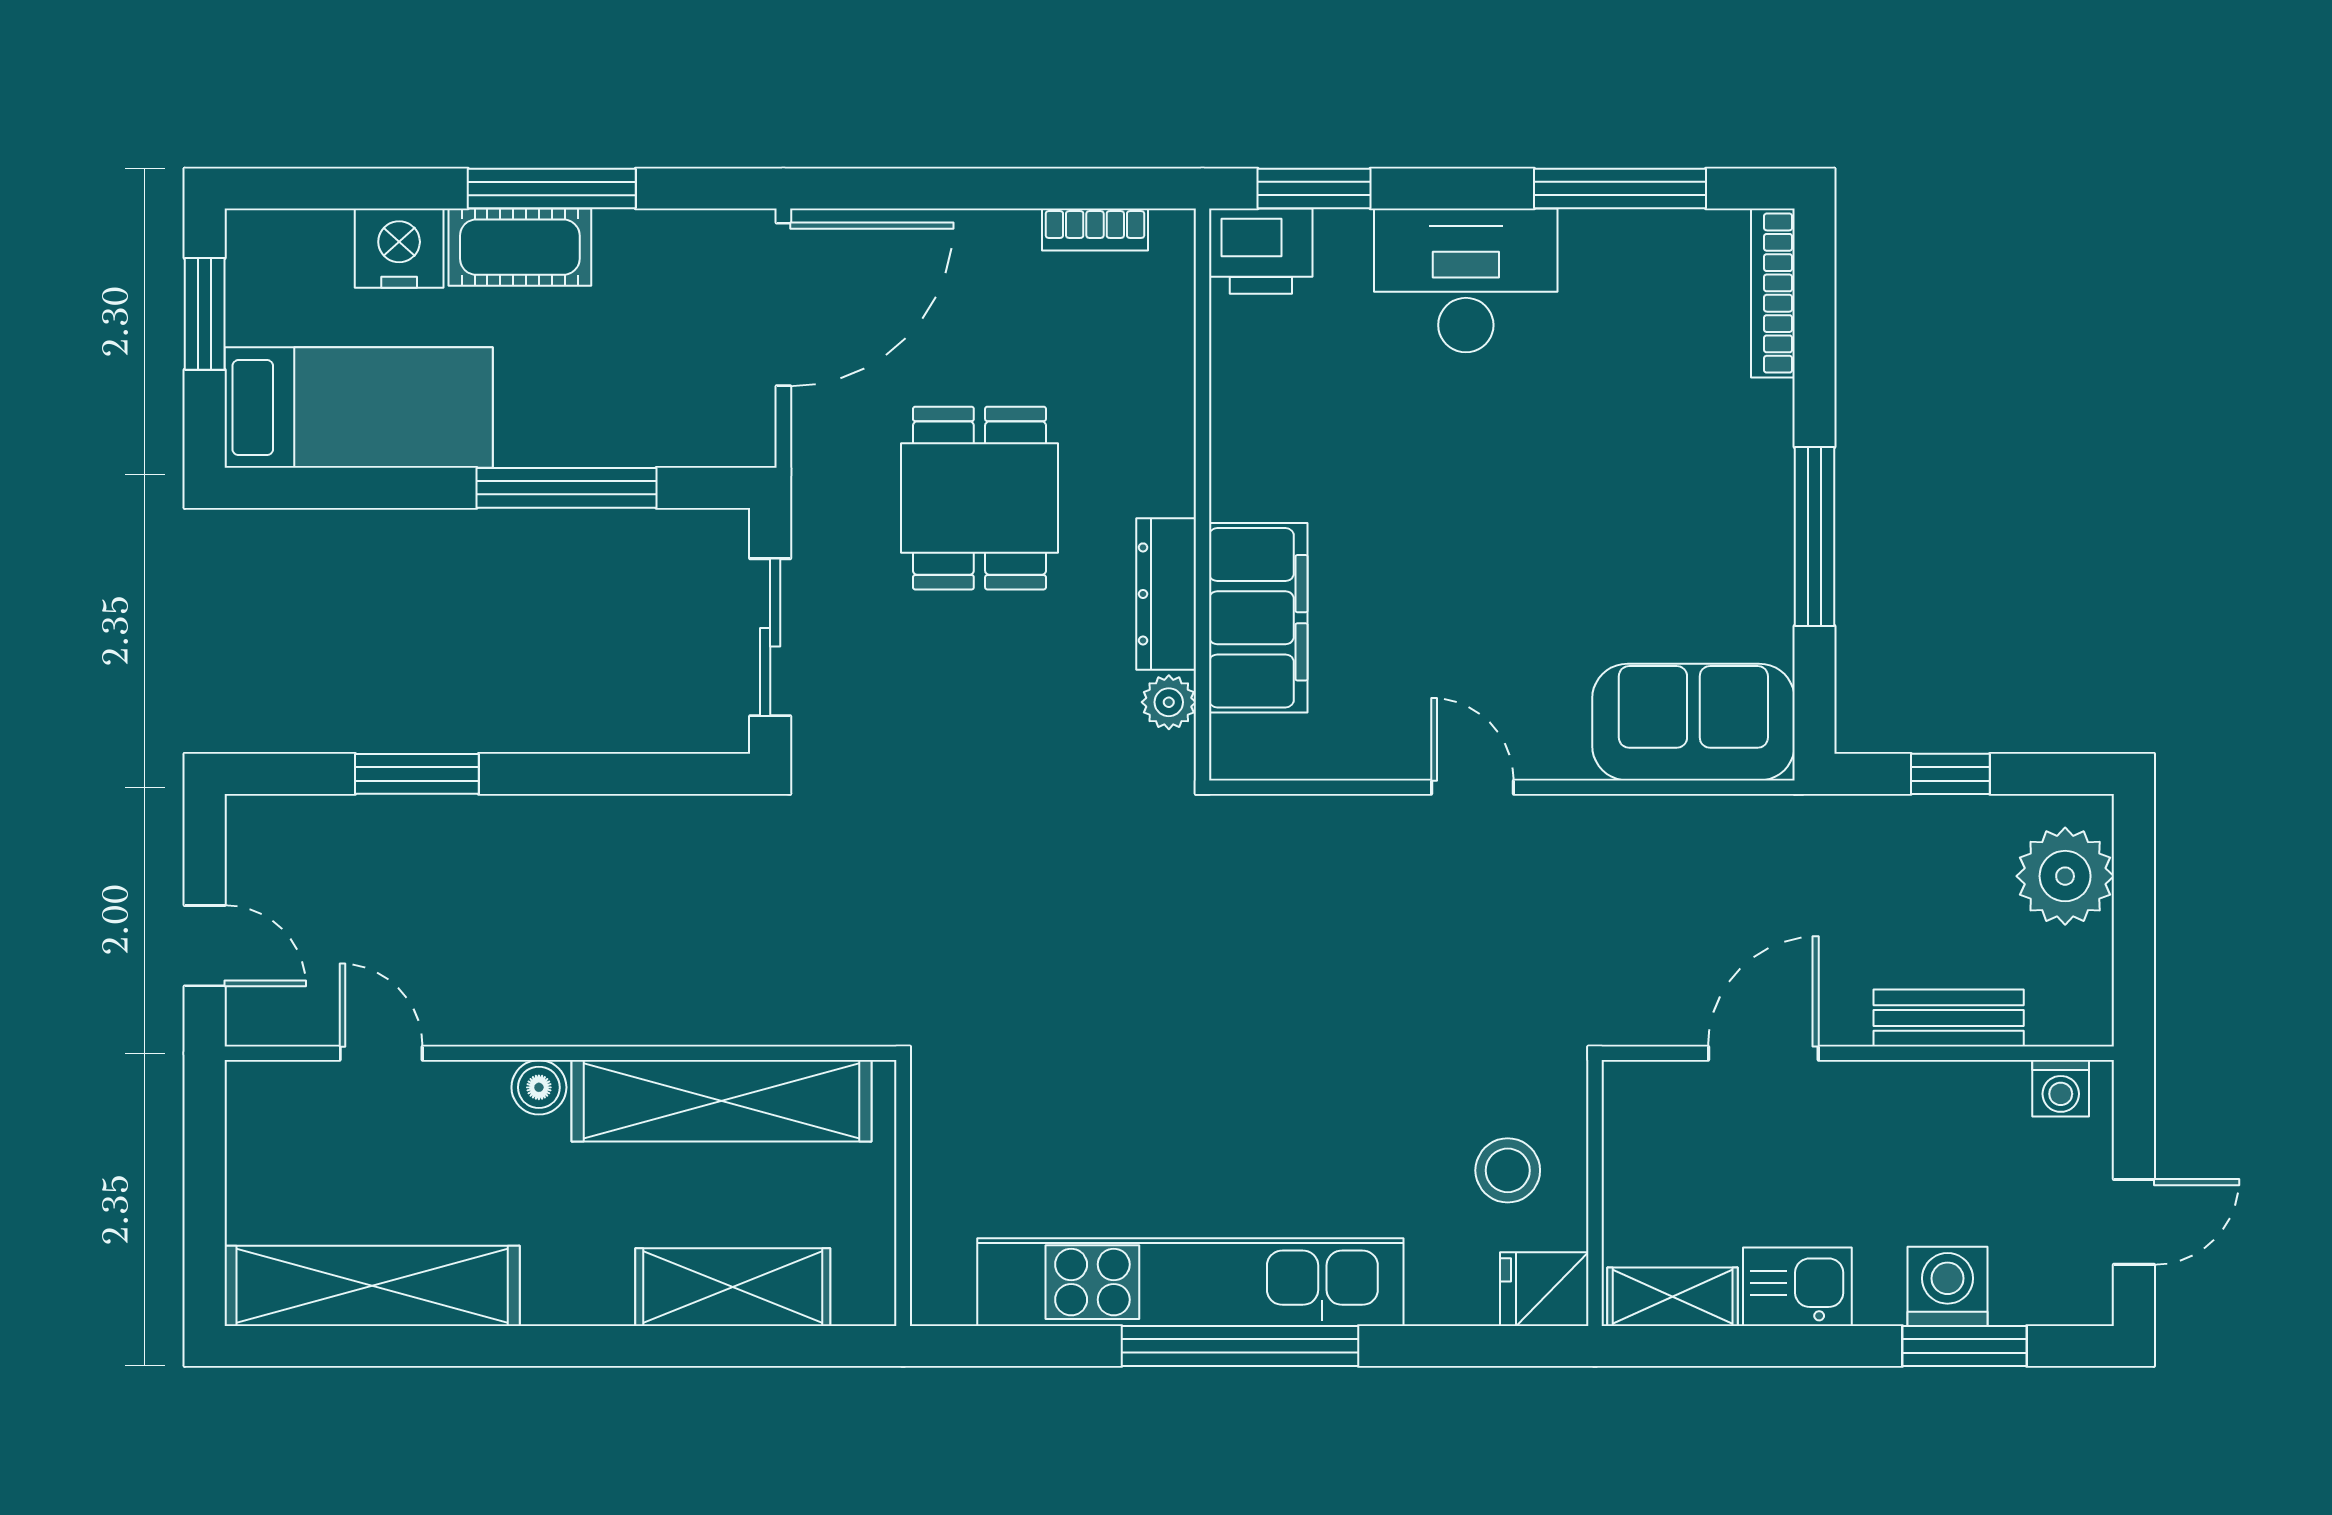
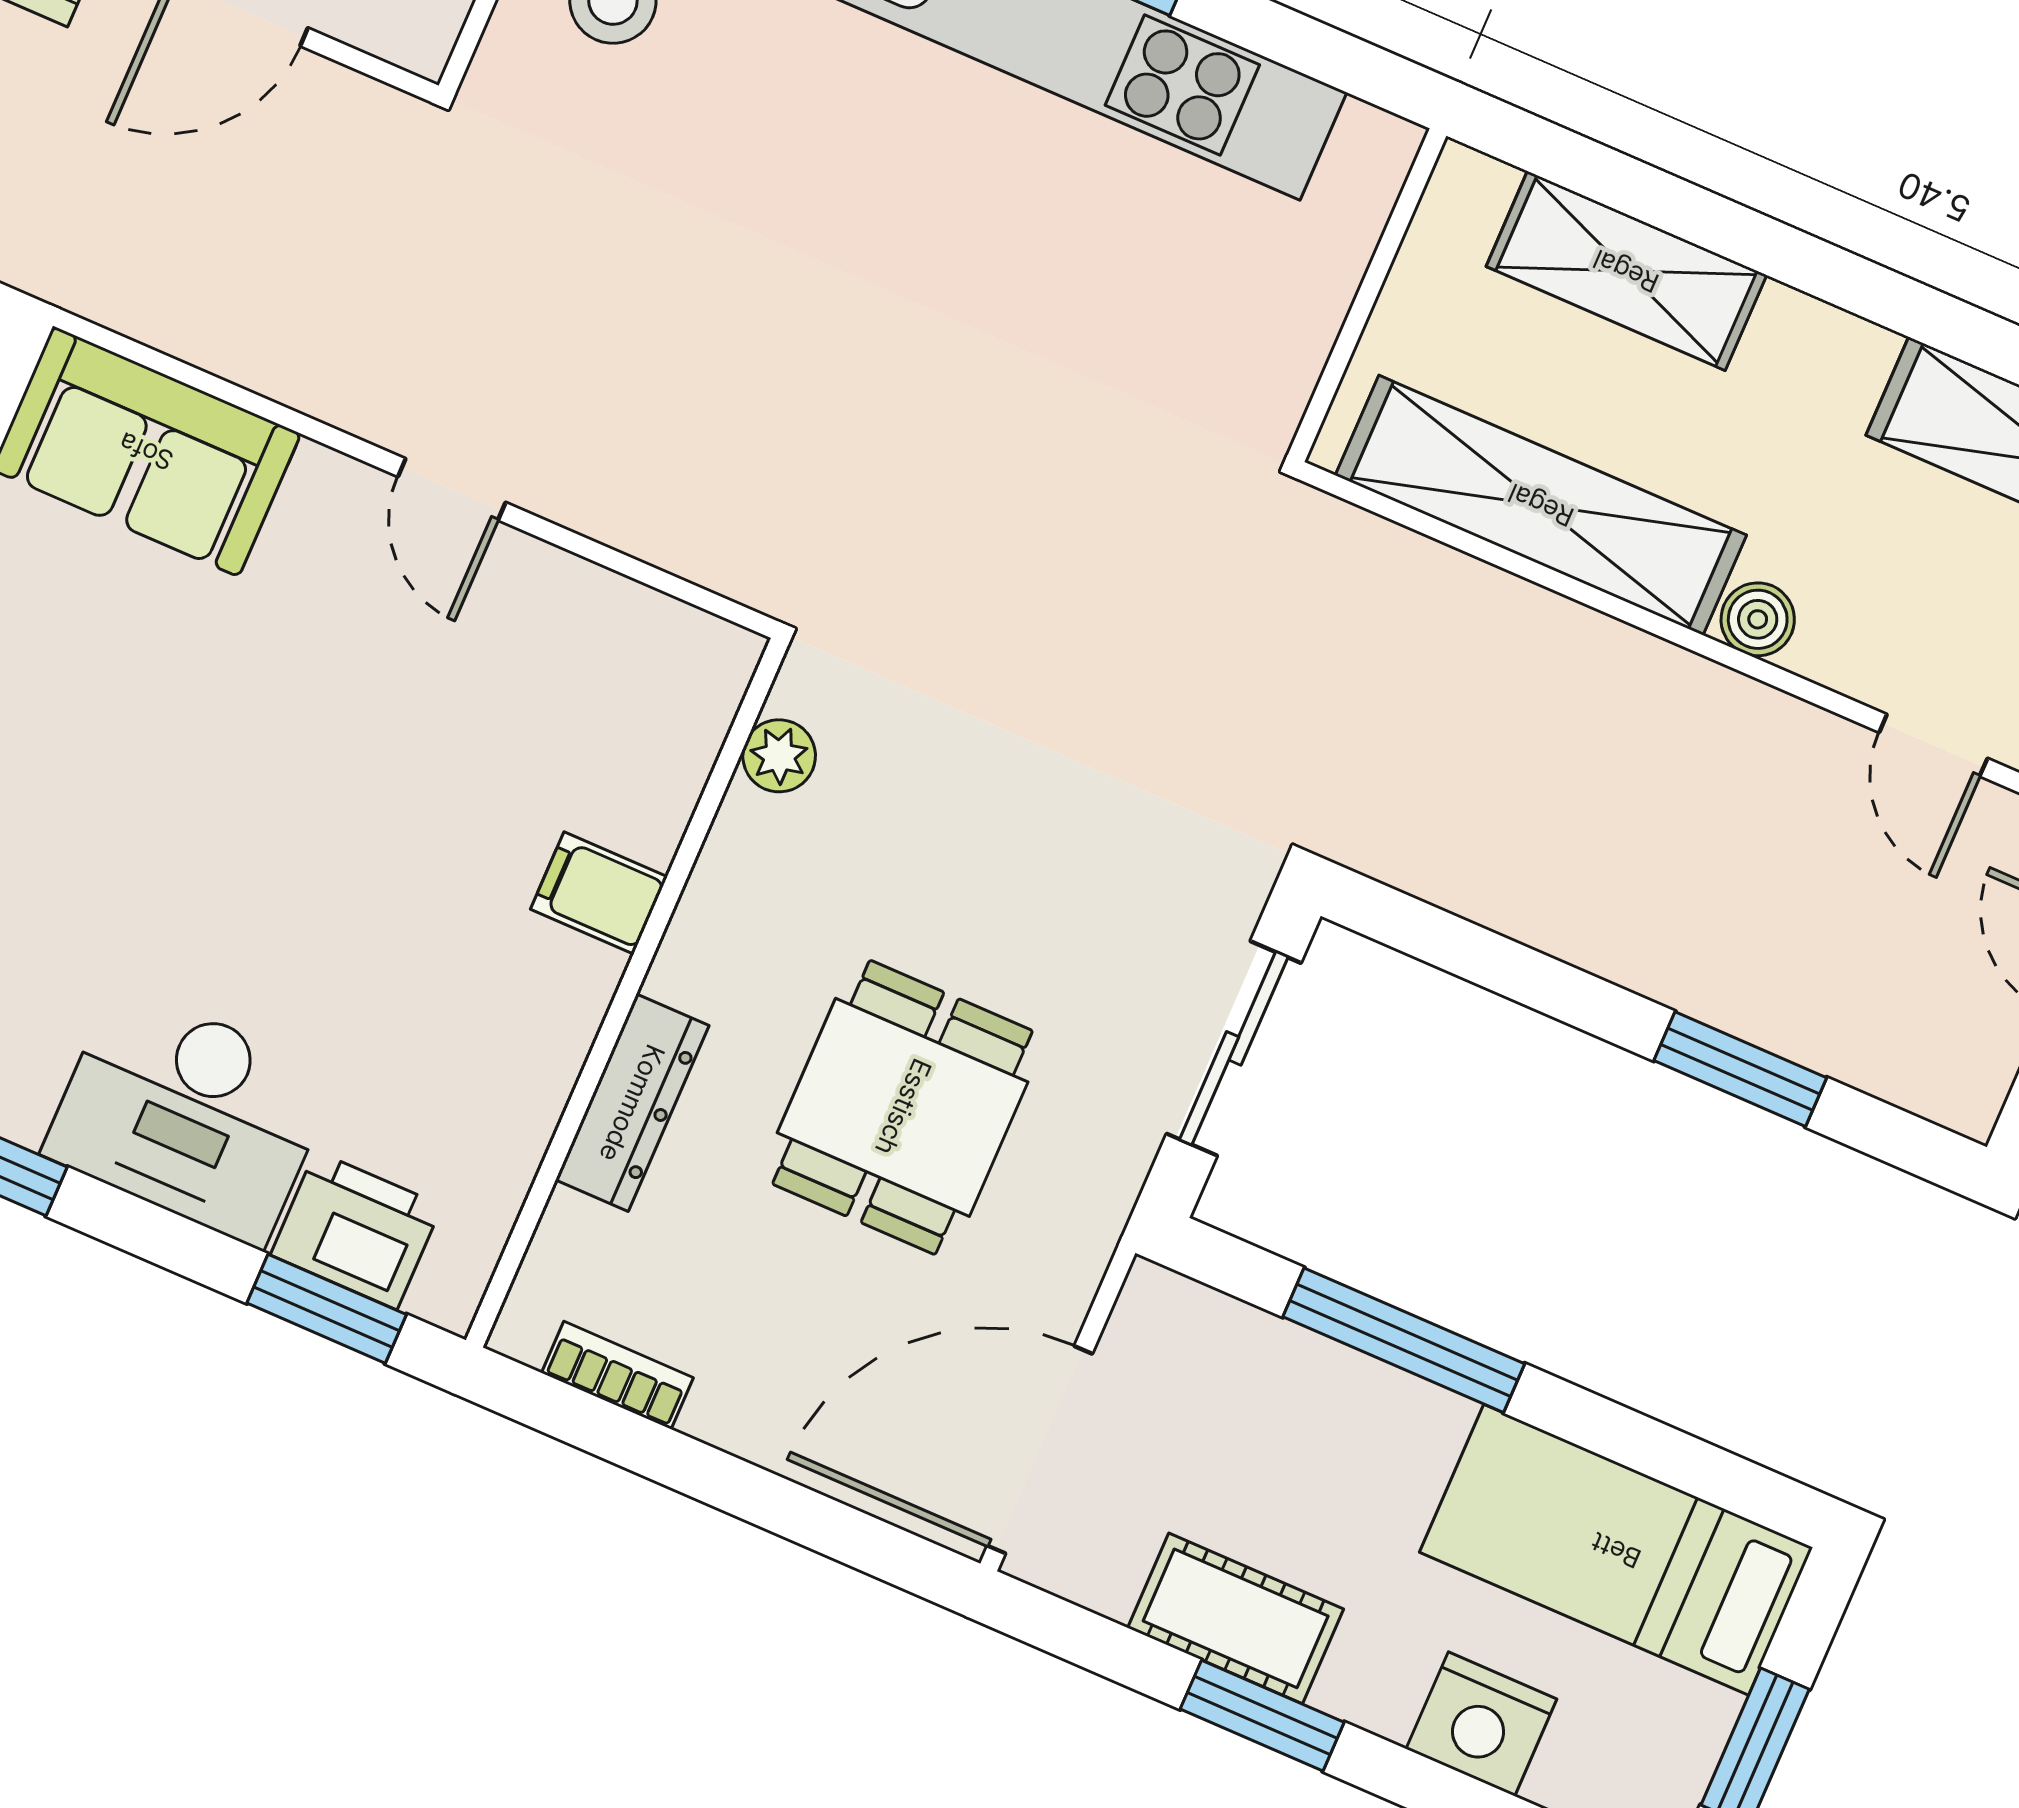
window: (552, 188) -> (1262, 1716), width x0.69
cot: (520, 247) -> (1236, 1618), moved
printer: (1261, 251) -> (356, 1230), moved
dresser: (1166, 594) -> (632, 1103), moved
filing cabinet: (1258, 618) -> (599, 893), width x0.33, depth x0.86

